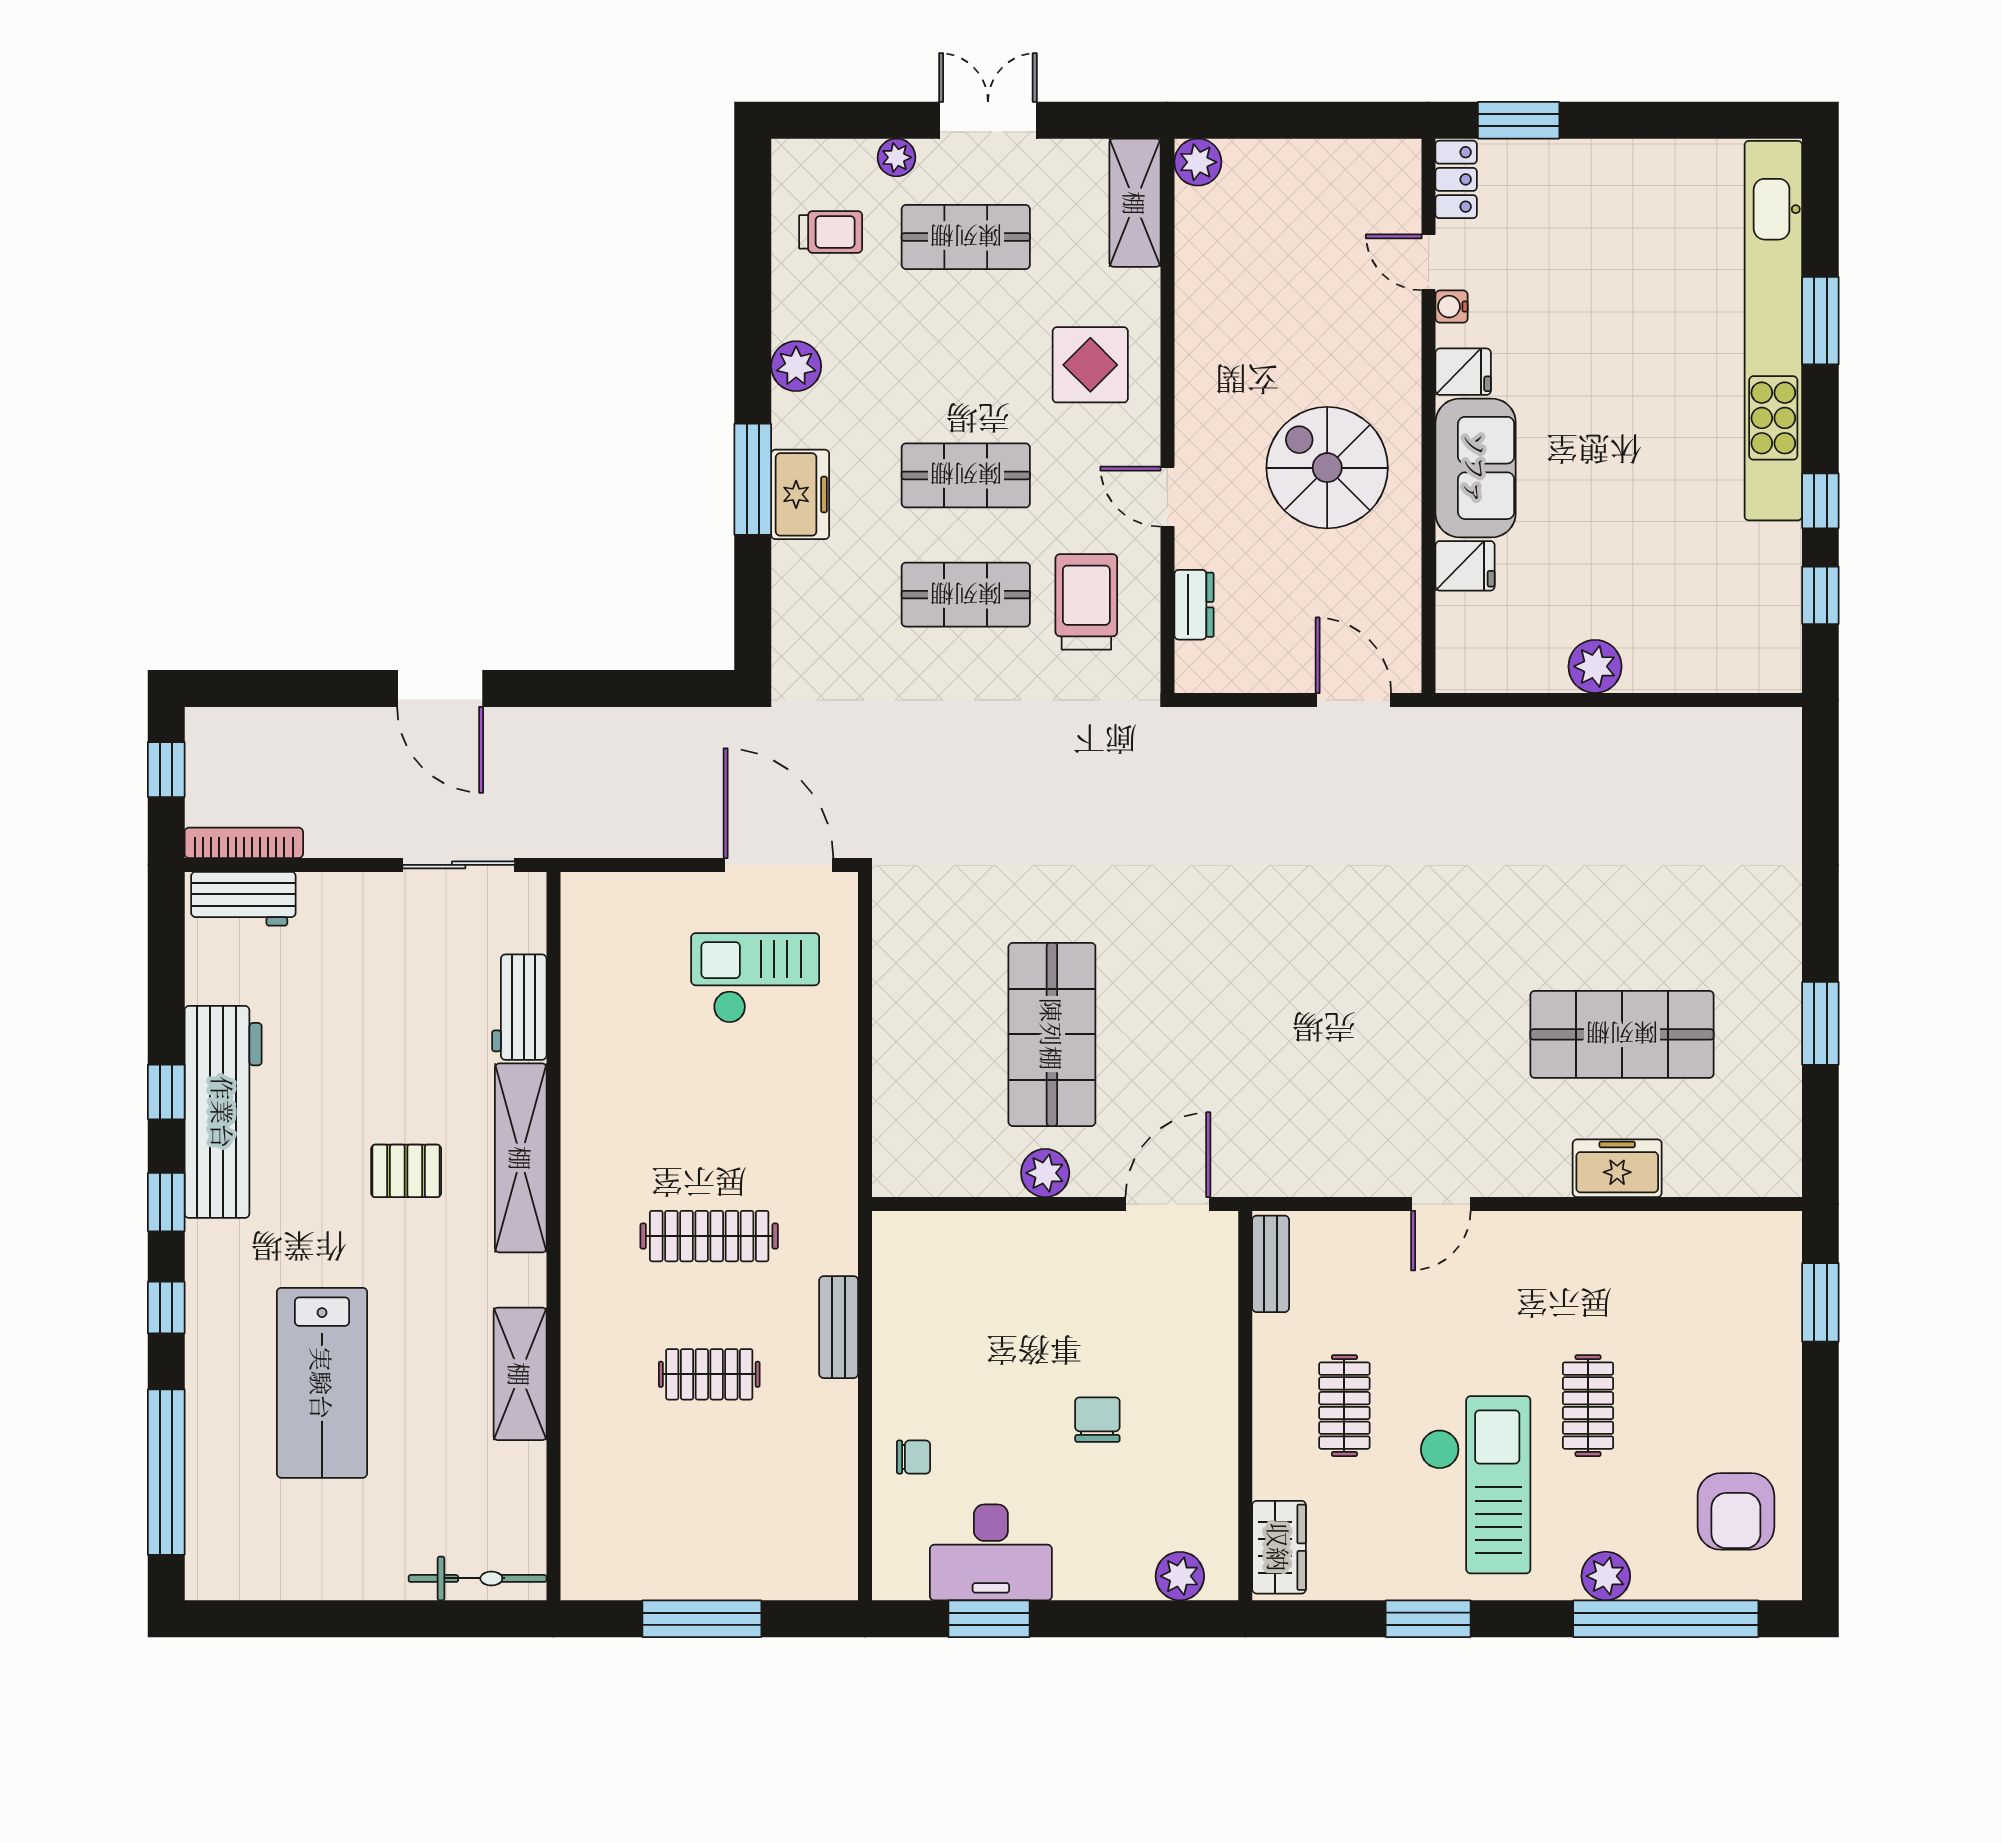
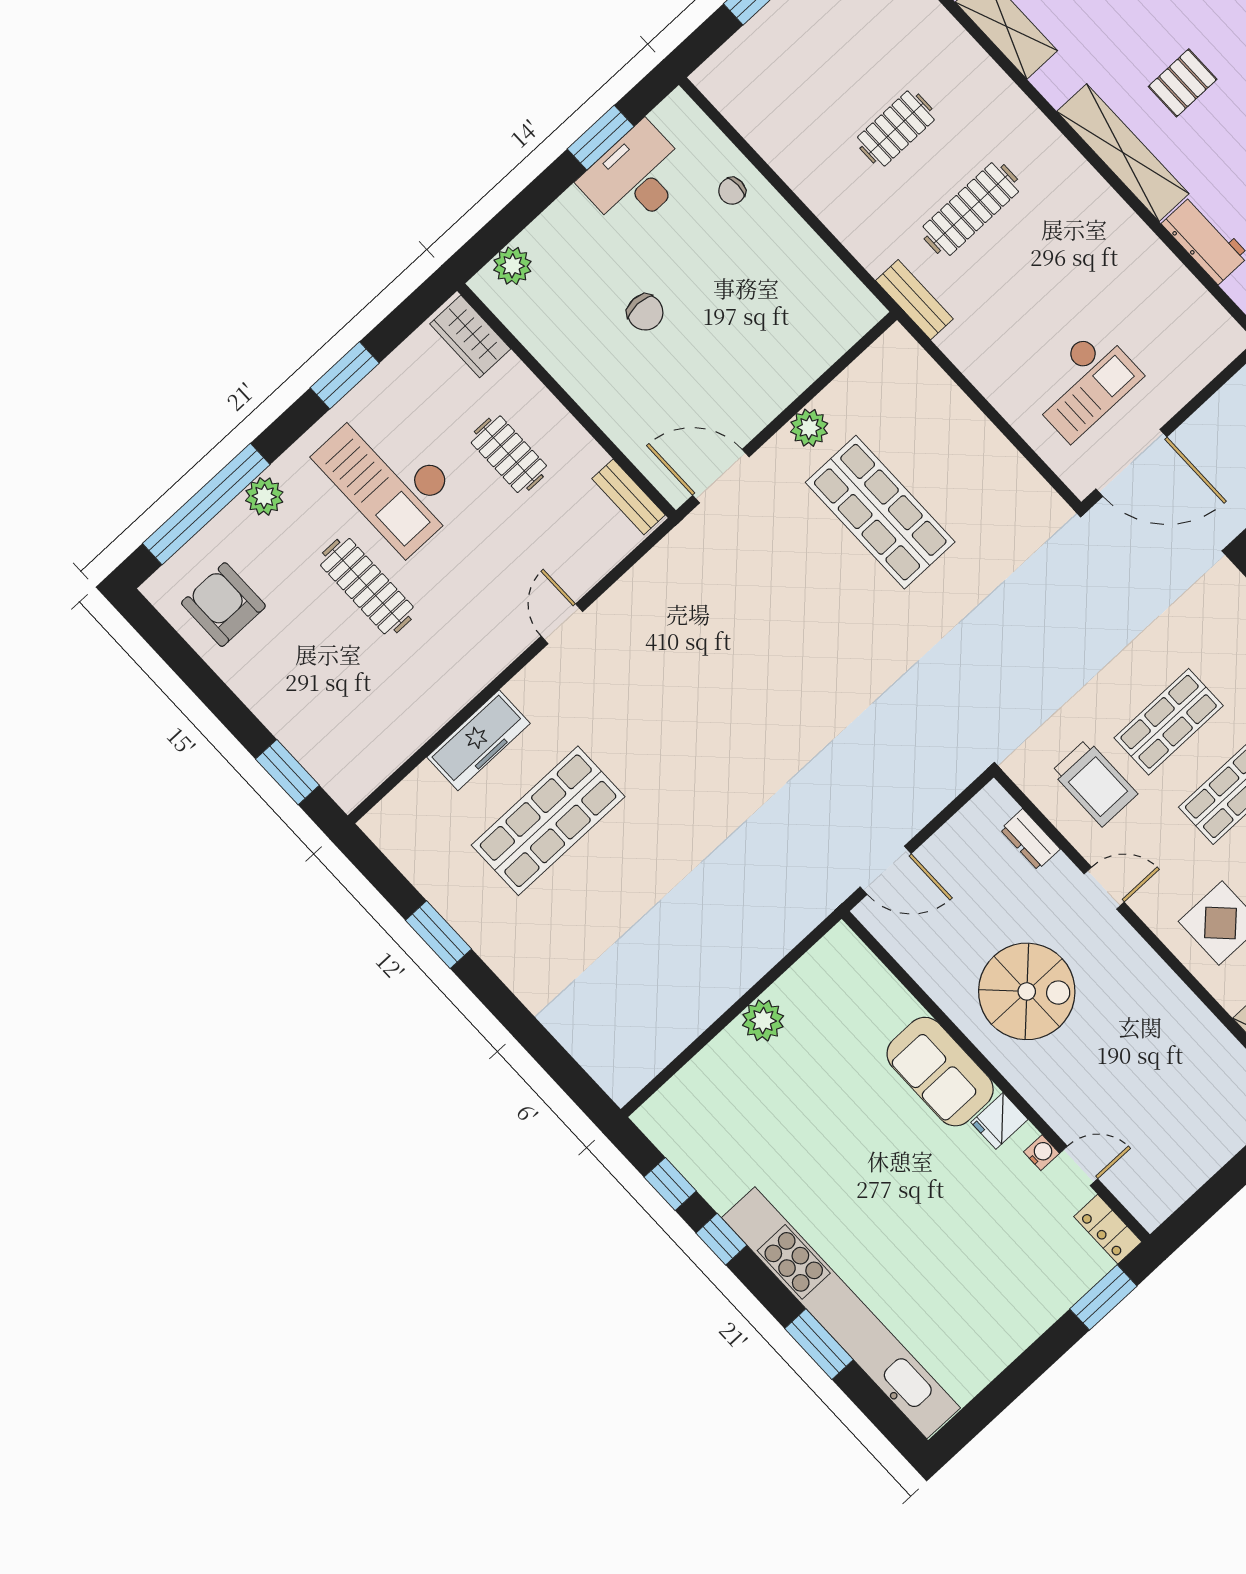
fridge: (1465, 566) -> (893, 1009), removed
freezer: (1617, 1168) -> (478, 740), width x1.40
door: (1168, 1204) -> (721, 476), swing flipped
bench: (839, 1327) -> (914, 300), moved
clothes rail: (1588, 1406) -> (367, 586), width x1.36

